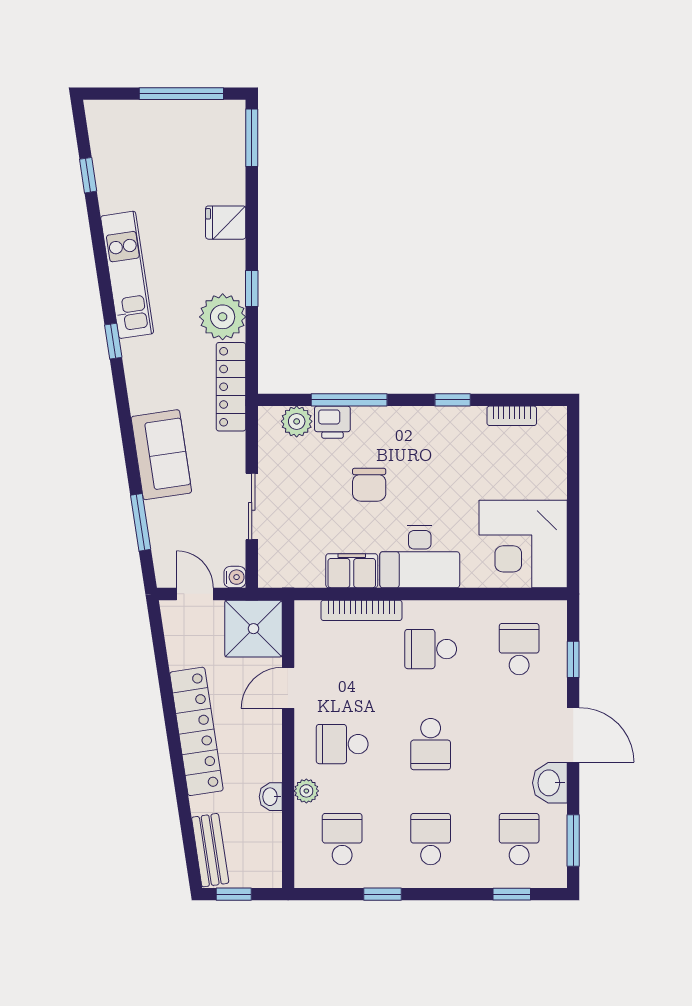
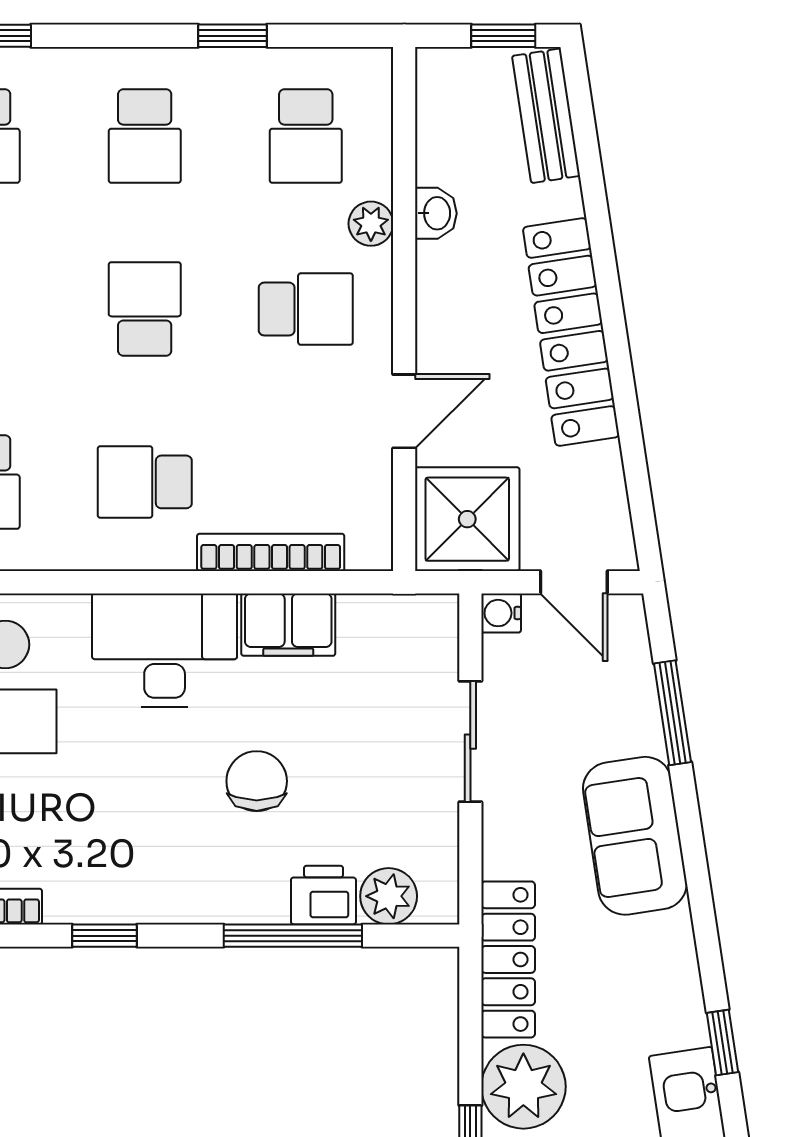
school desk: (431, 649) -> (145, 482), turned 180

